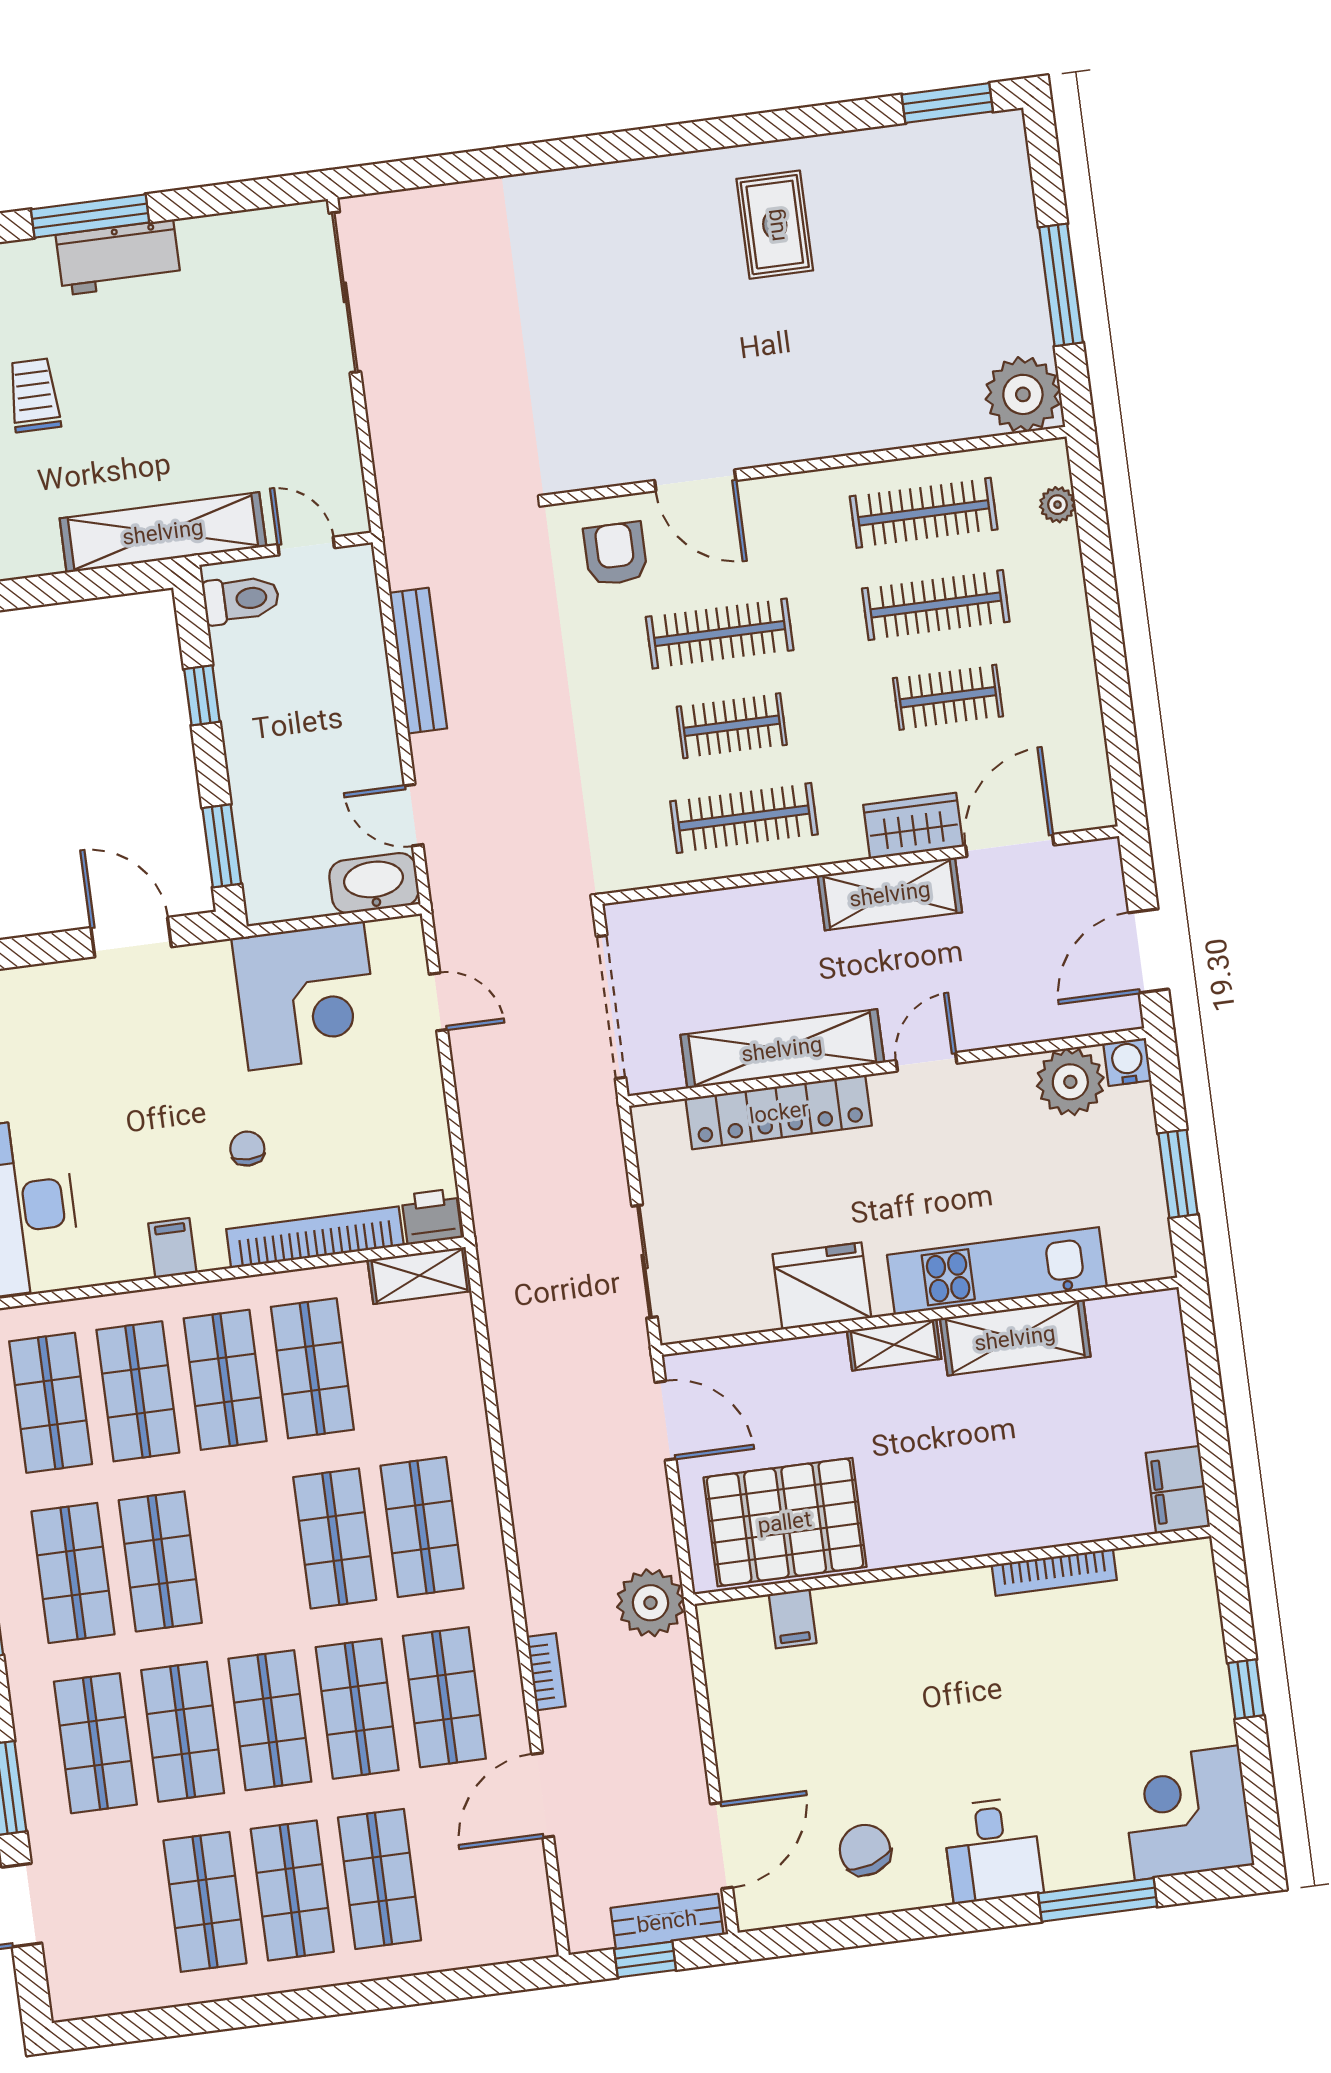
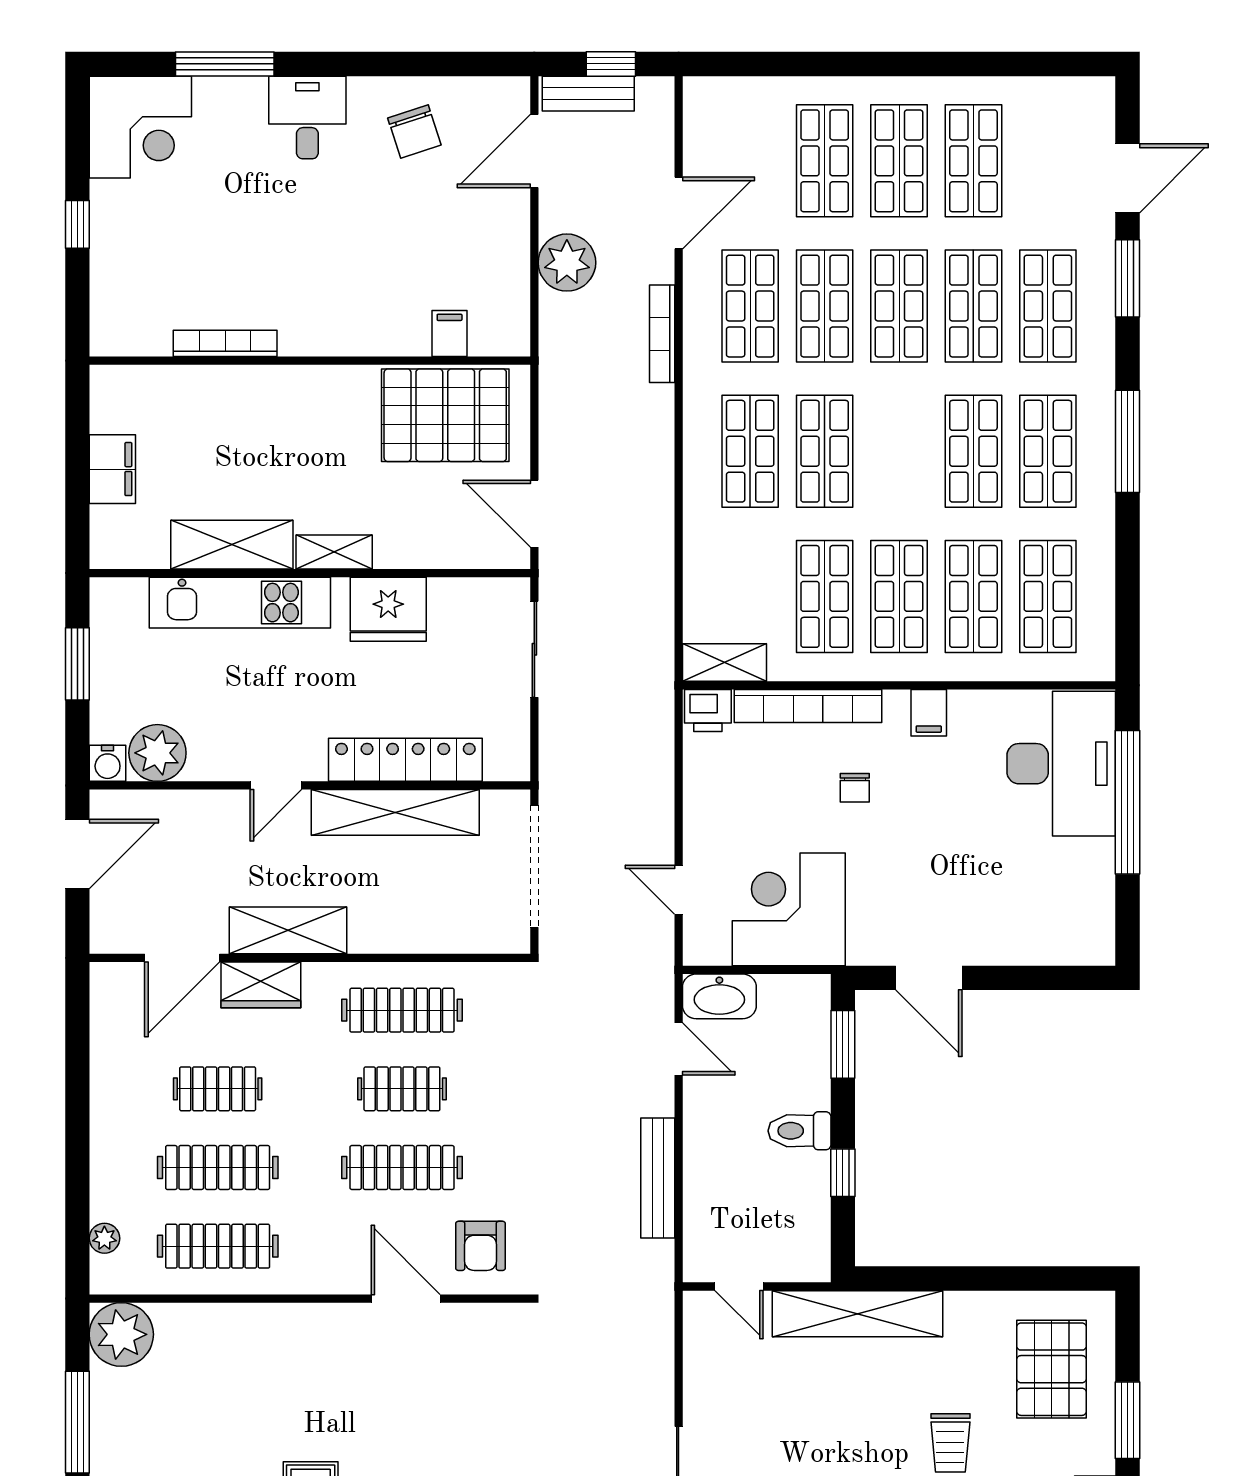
toilet: (241, 599) -> (799, 1131), moved
filing cabinet: (1178, 1490) -> (112, 469), moved
plant: (650, 1603) -> (567, 263), moved
bookcase: (546, 1672) -> (662, 334), width x1.56

